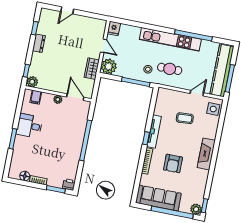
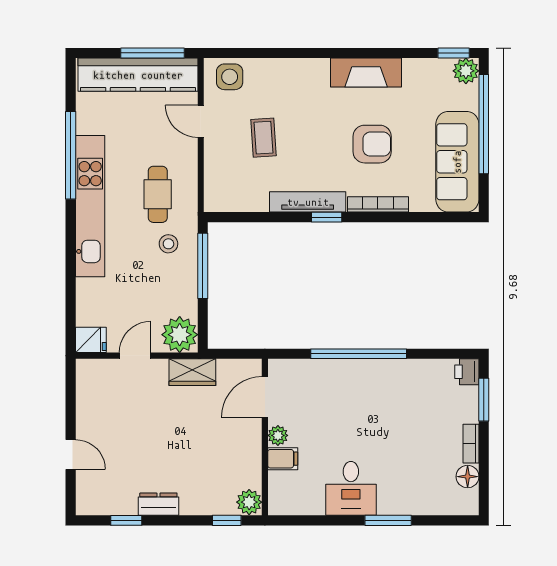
filing cabinet: (36, 97) -> (283, 459), moved
fireplace: (206, 154) -> (366, 72), moved

